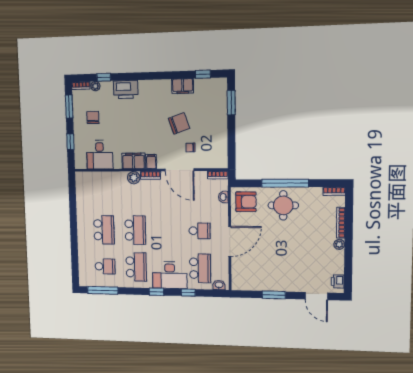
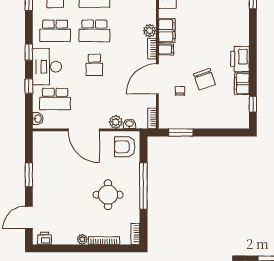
printer: (126, 89) -> (240, 59), moved
window: (231, 103) -> (181, 132), moved
armchair: (246, 202) -> (125, 147), turned 90
round table: (283, 205) -> (108, 195), moved
plant: (222, 210) -> (116, 122), added
school desk: (200, 231) -> (94, 65), moved

